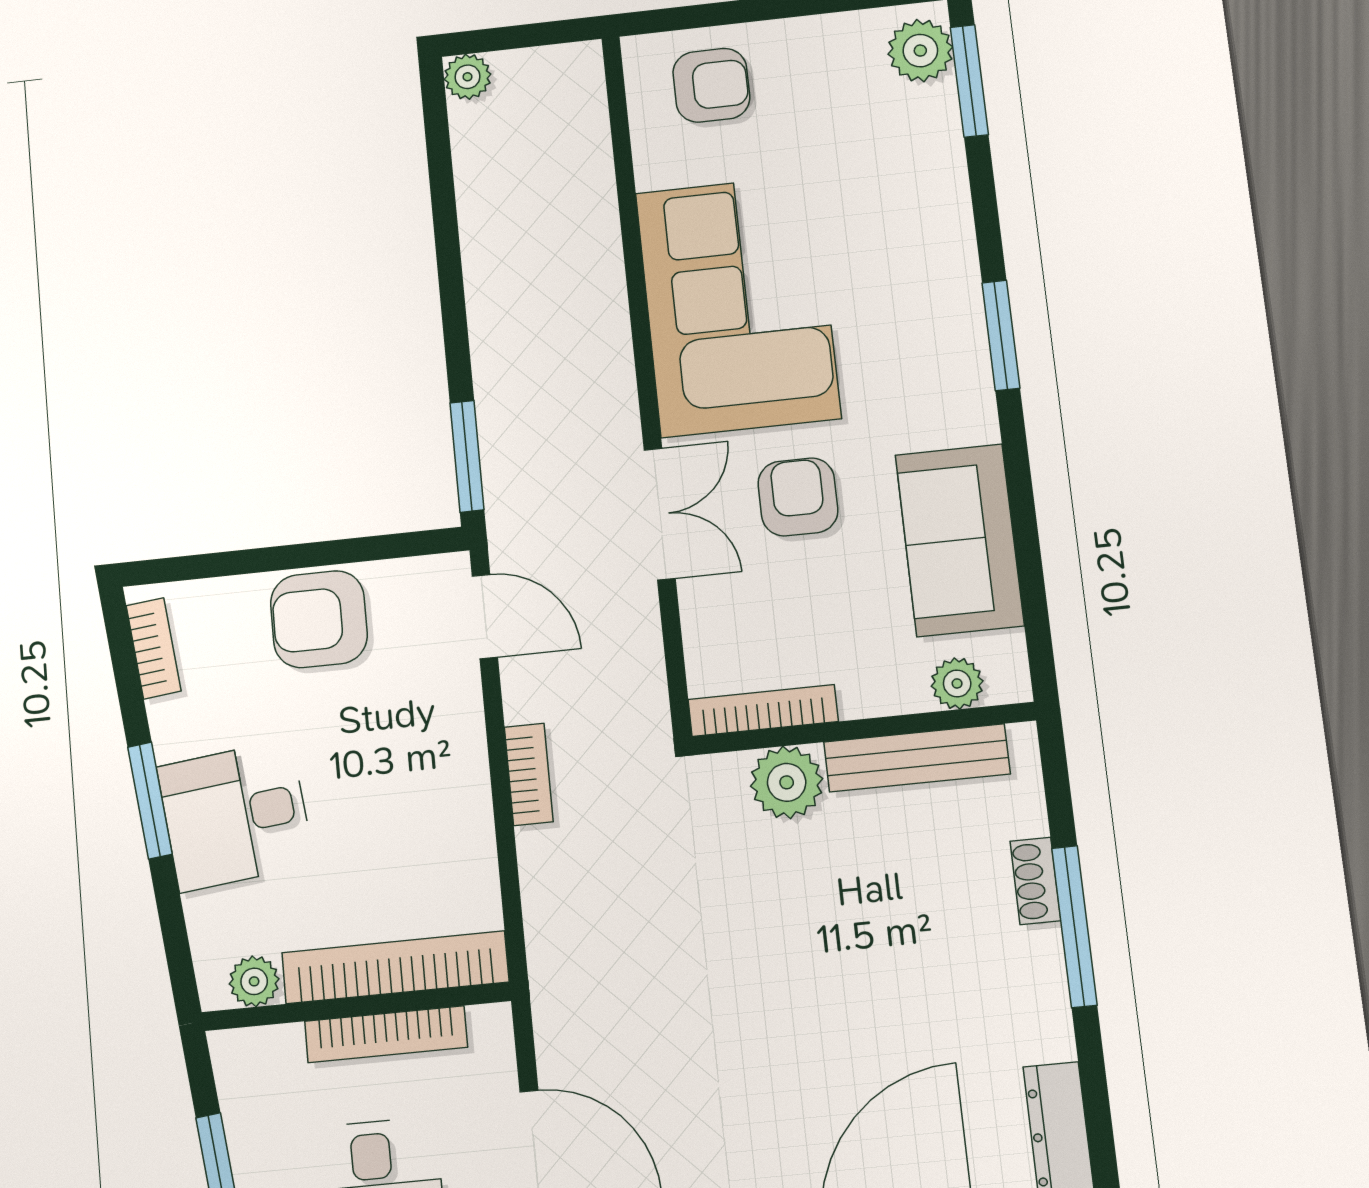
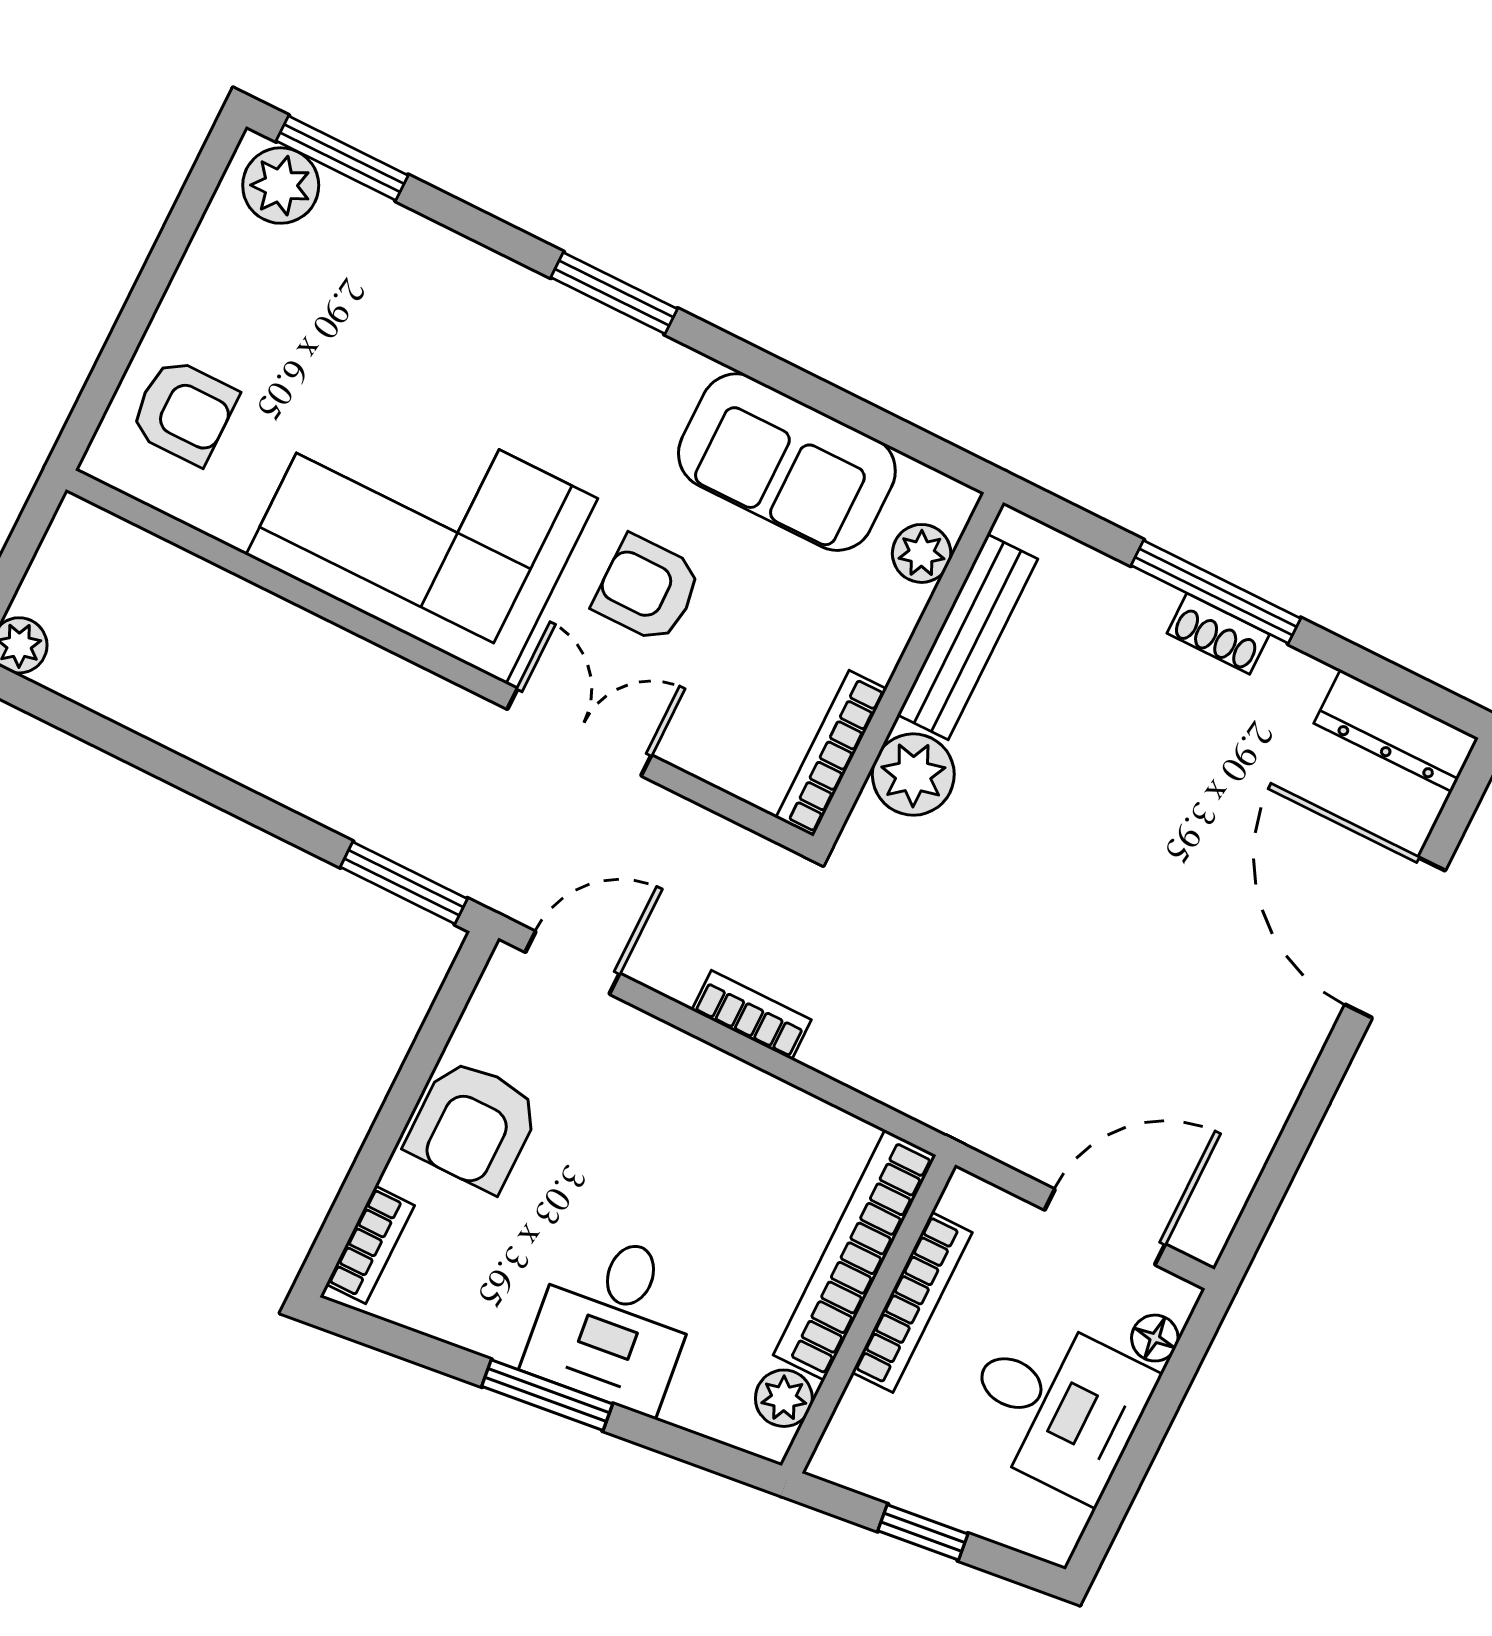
armchair: (711, 85) -> (184, 411), turned 90
bookcase: (154, 648) -> (370, 1245), moved, turned 96
shoe rack: (1035, 881) -> (1218, 634), moved

